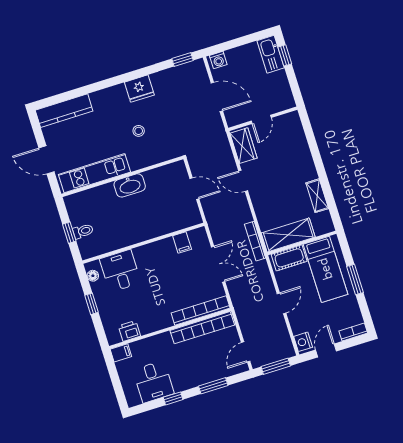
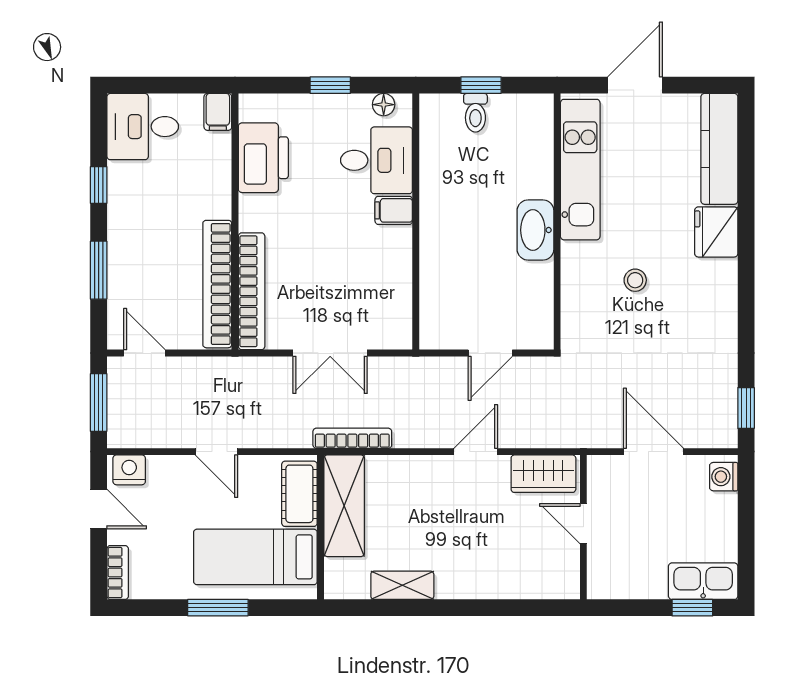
fridge: (139, 89) -> (716, 232), moved
door: (217, 97) -> (653, 452), swing flipped
filing cabinet: (182, 242) -> (394, 210), moved
printer: (129, 331) -> (263, 158), width x1.87, depth x1.48
desk: (153, 382) -> (143, 127), moved

